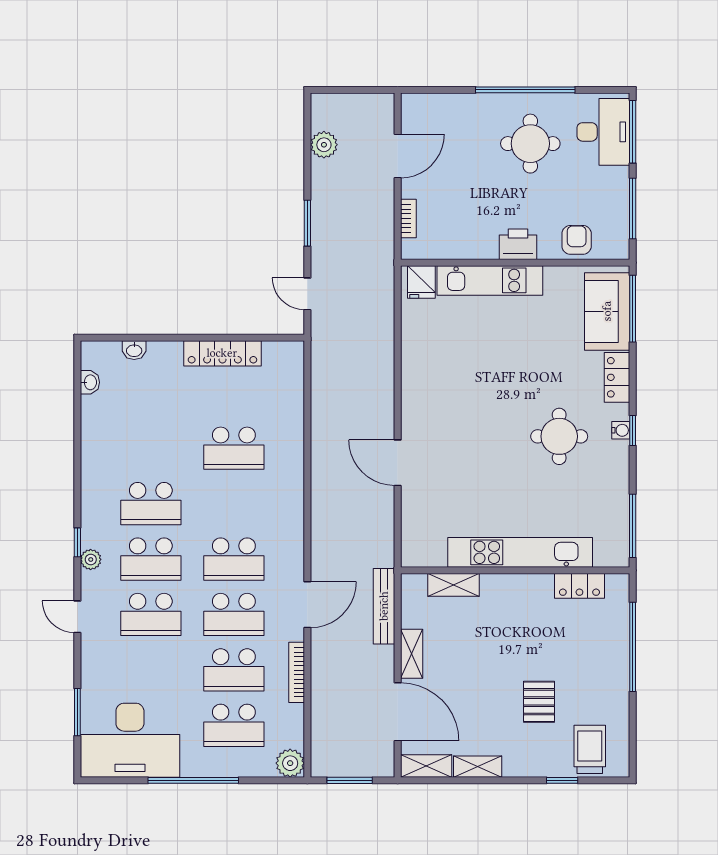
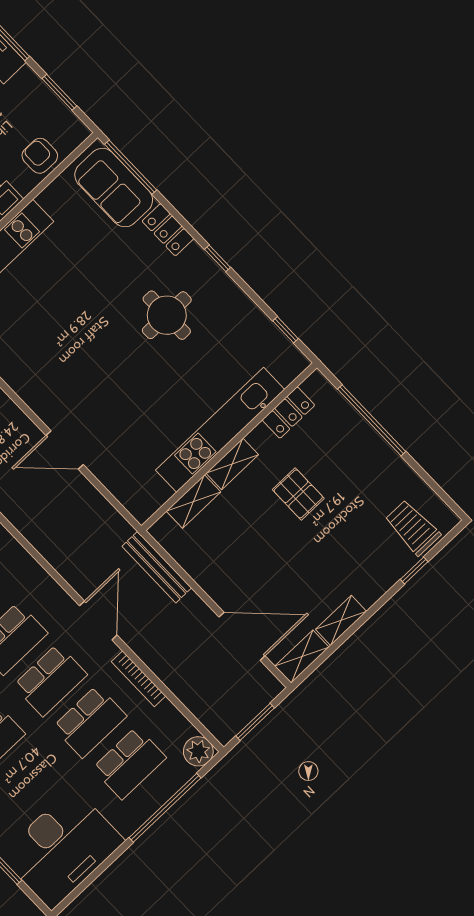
window: (633, 208) -> (59, 92), width x0.69
water cooler: (621, 430) -> (209, 267), removed
window: (633, 526) -> (285, 330), width x0.46
shelving: (412, 654) -> (232, 464), moved, turned 90
pallet: (539, 702) -> (298, 494), moved
window: (193, 780) -> (165, 808), moved

